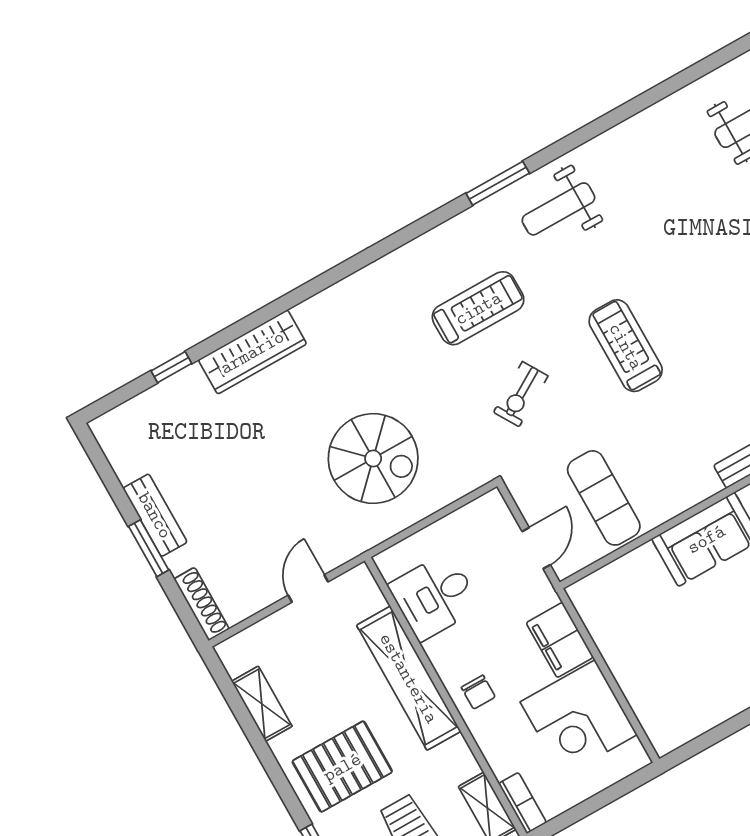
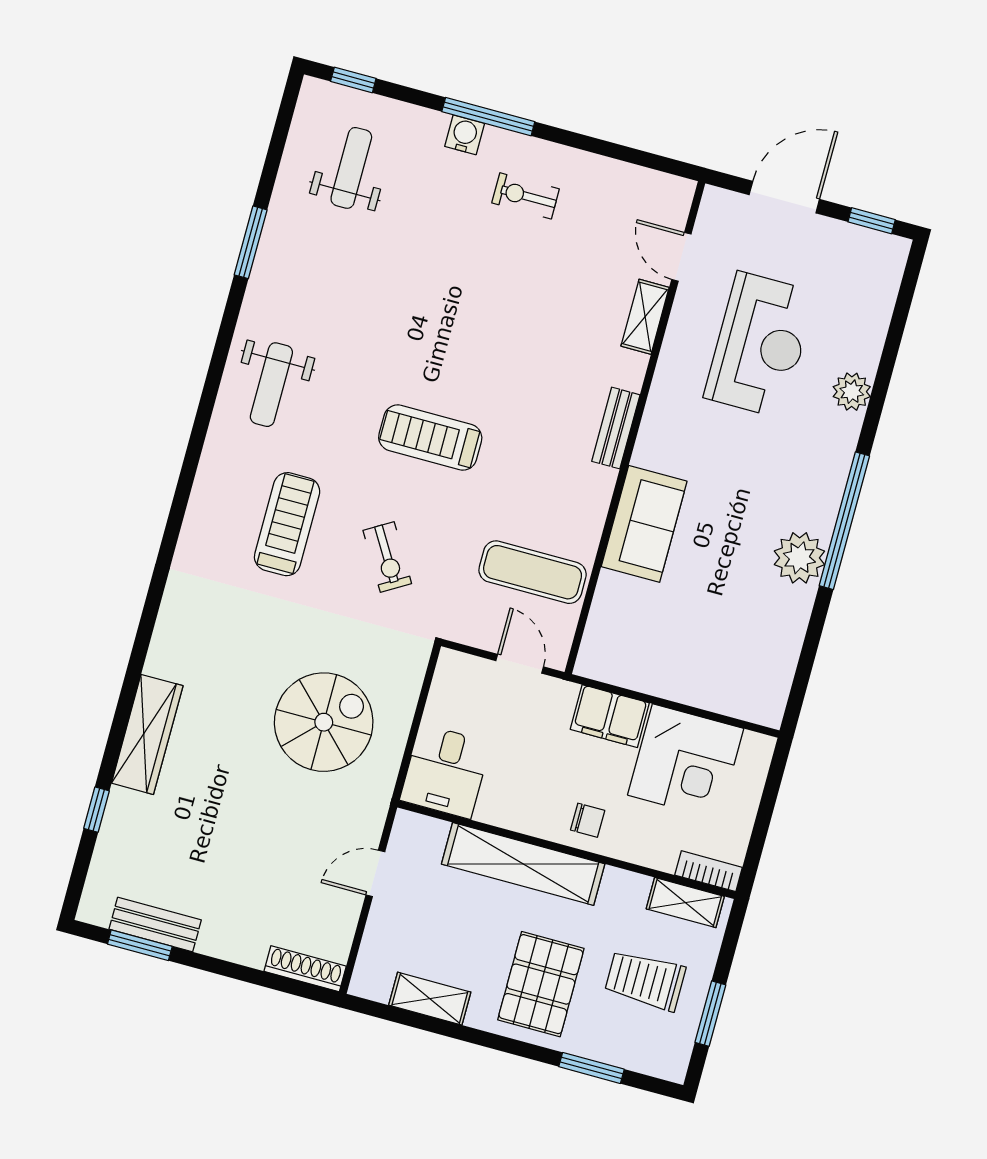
window: (498, 183) -> (251, 242), moved
bench: (155, 515) -> (155, 925), moved
window: (149, 548) -> (140, 945), moved
door: (308, 589) -> (375, 873), hinge flipped
desk: (435, 596) -> (445, 771), moved

